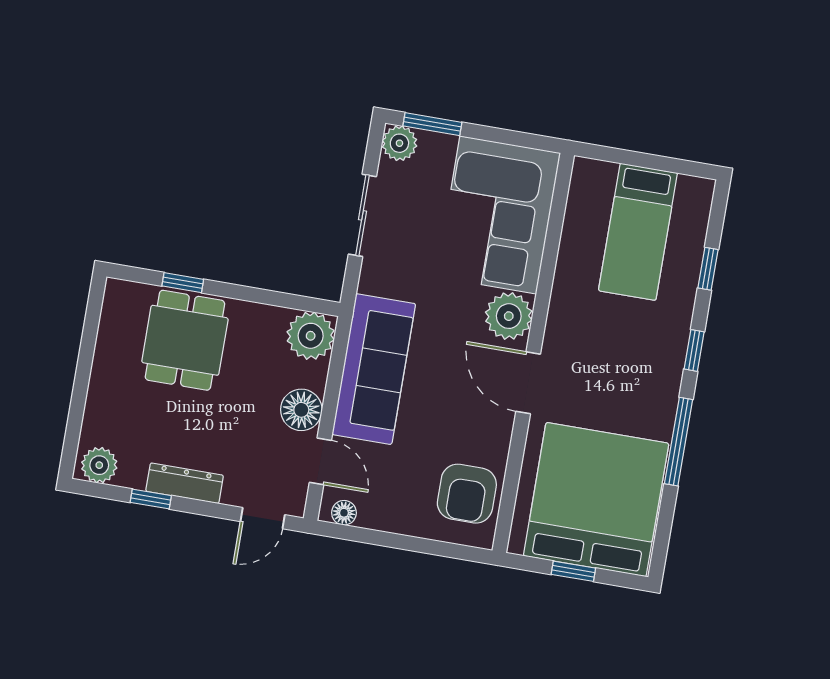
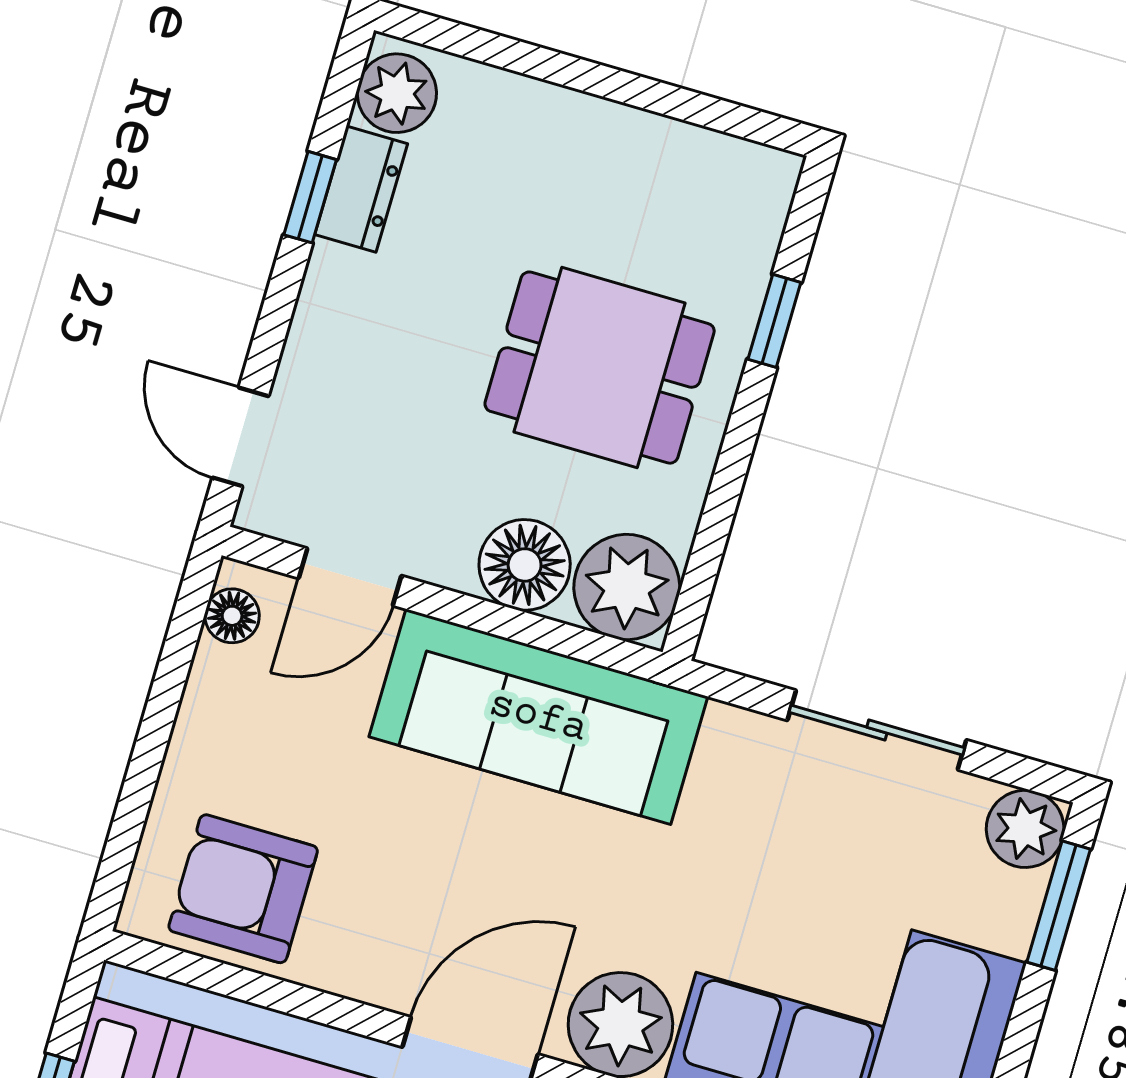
dining table: (185, 340) -> (600, 368), moved
floor lamp: (301, 410) -> (525, 565), moved
dresser: (185, 483) -> (361, 189), moved, width x0.70

